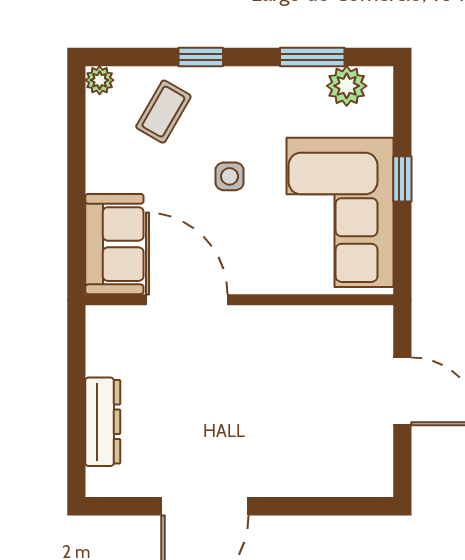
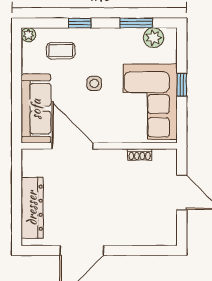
coffee table: (163, 112) -> (61, 51), turned 60
sofa: (114, 244) -> (36, 109), width x1.36
shoe rack: (319, 317) -> (140, 155), added
dresser: (103, 422) -> (32, 208), width x1.37, depth x1.24

